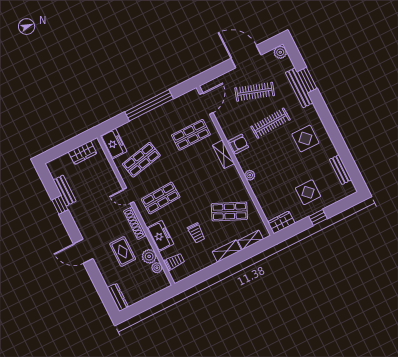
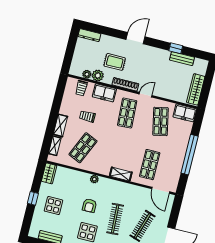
armchair: (239, 144) -> (89, 206), moved
wardrobe: (83, 153) -> (196, 89), width x1.50

